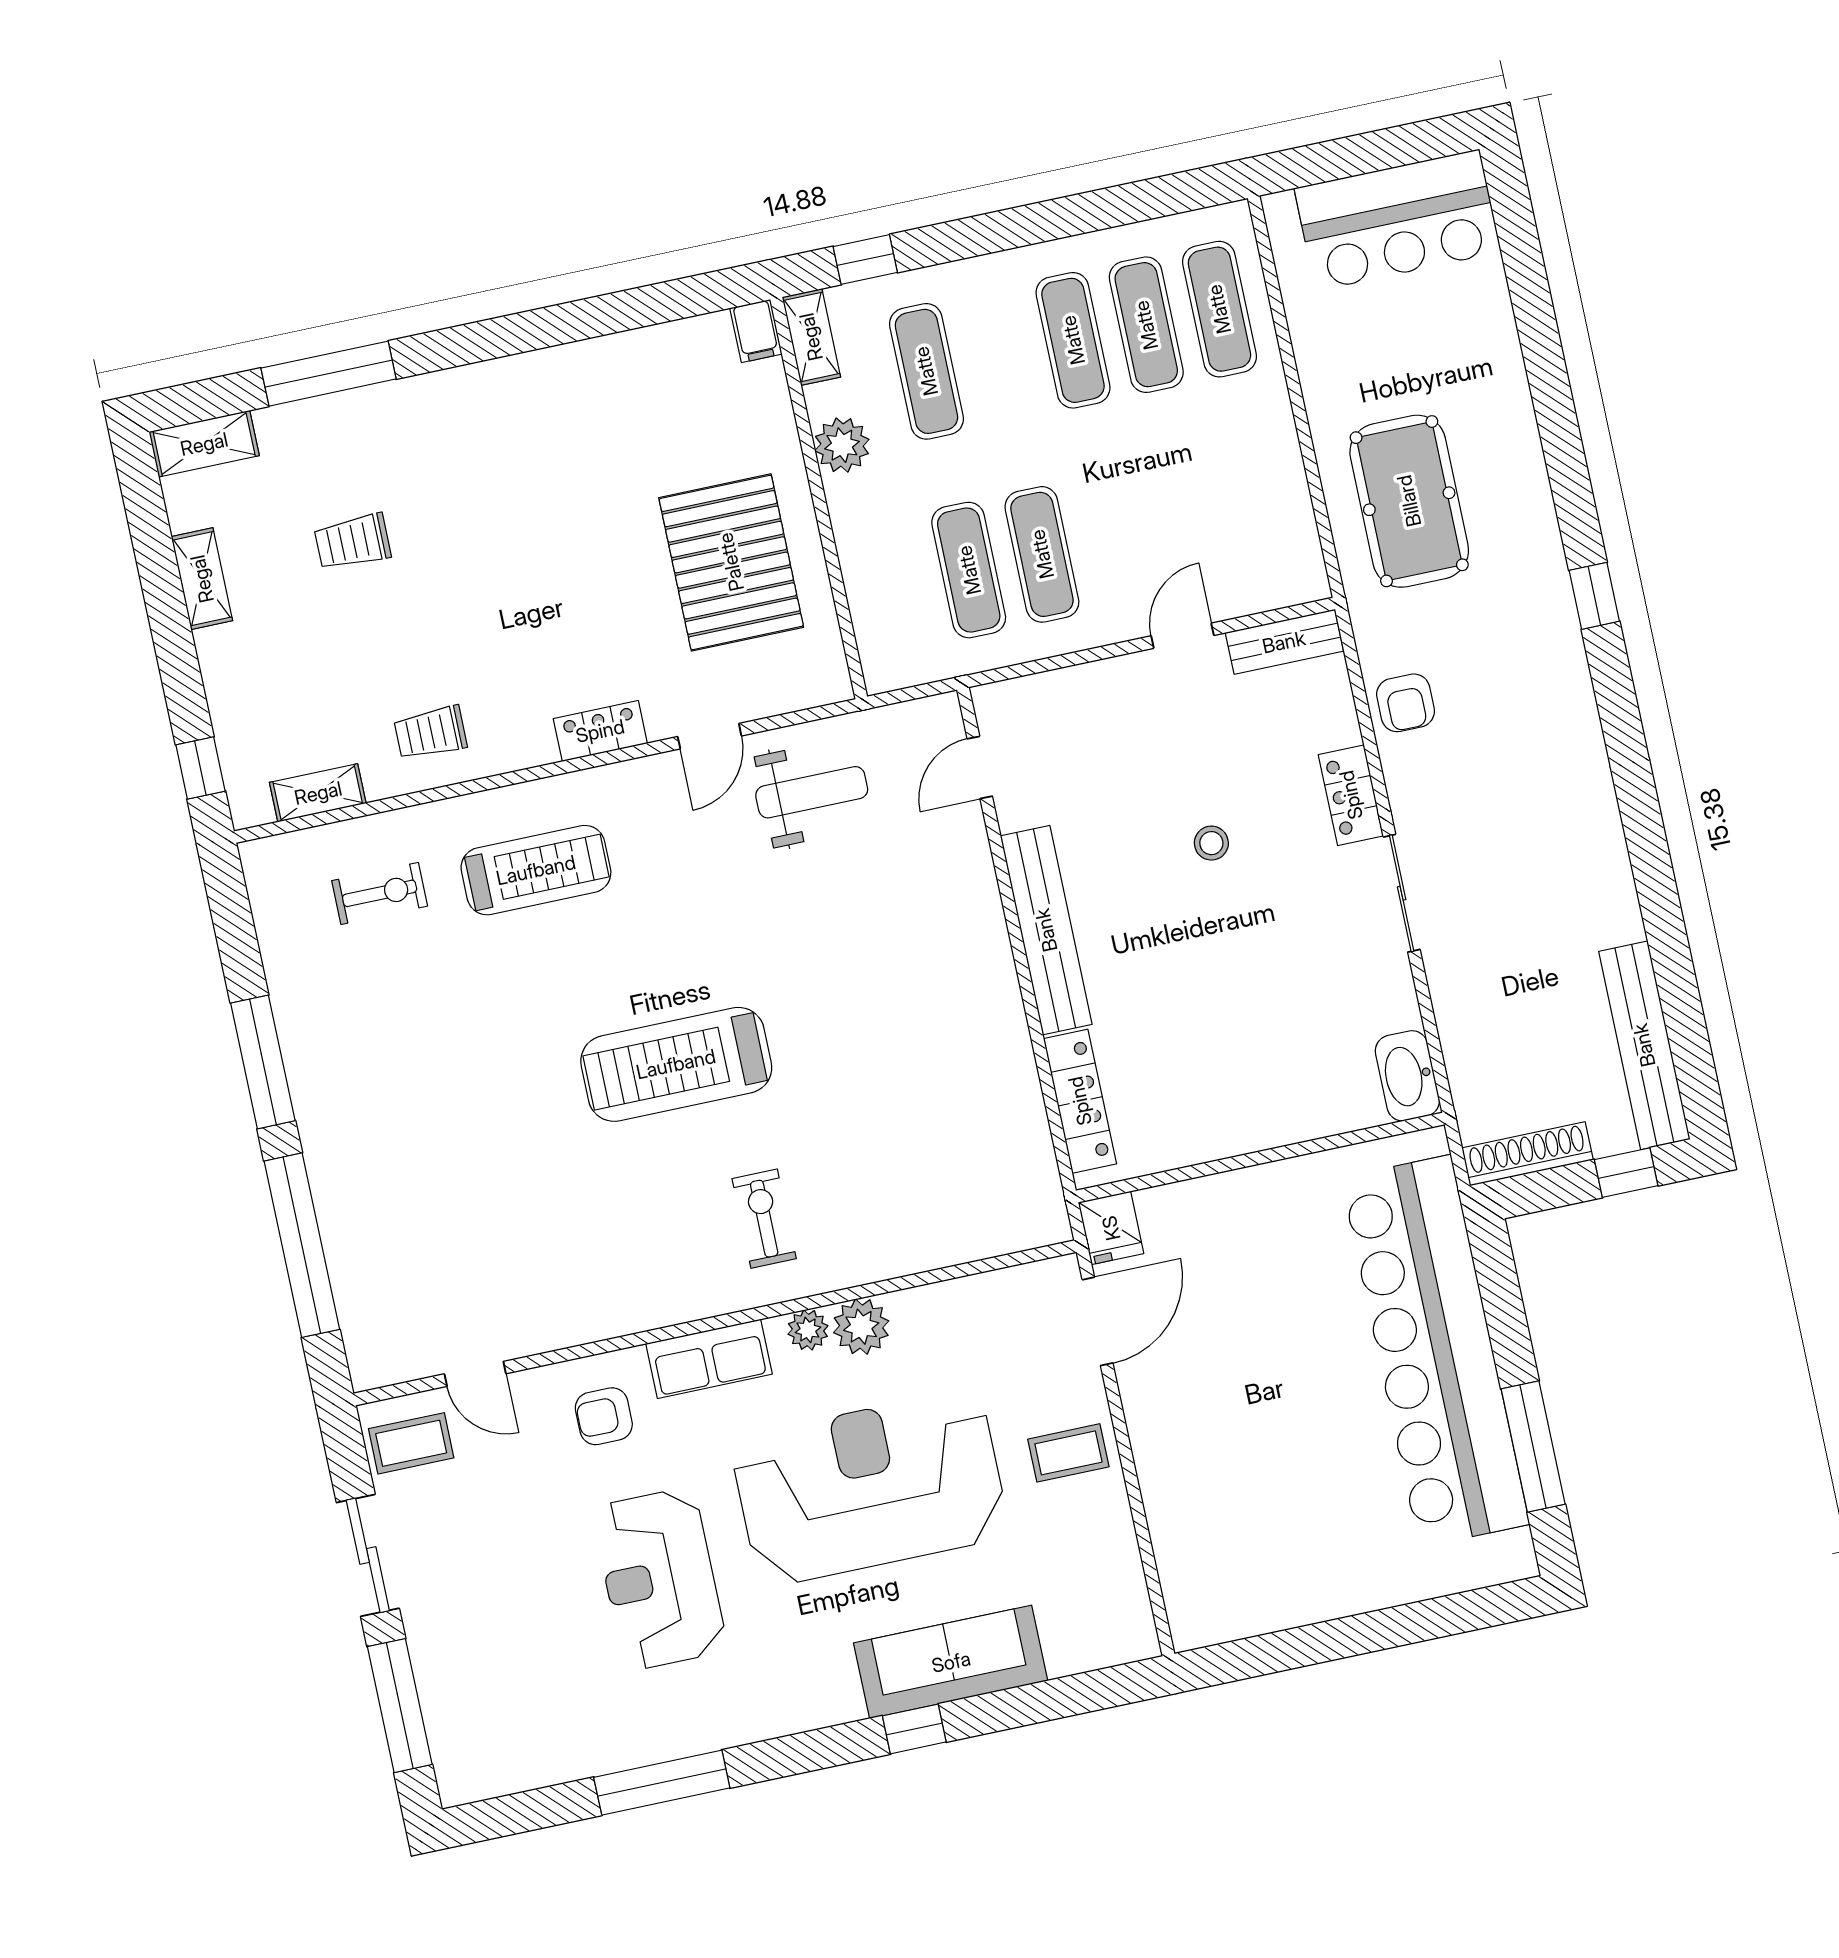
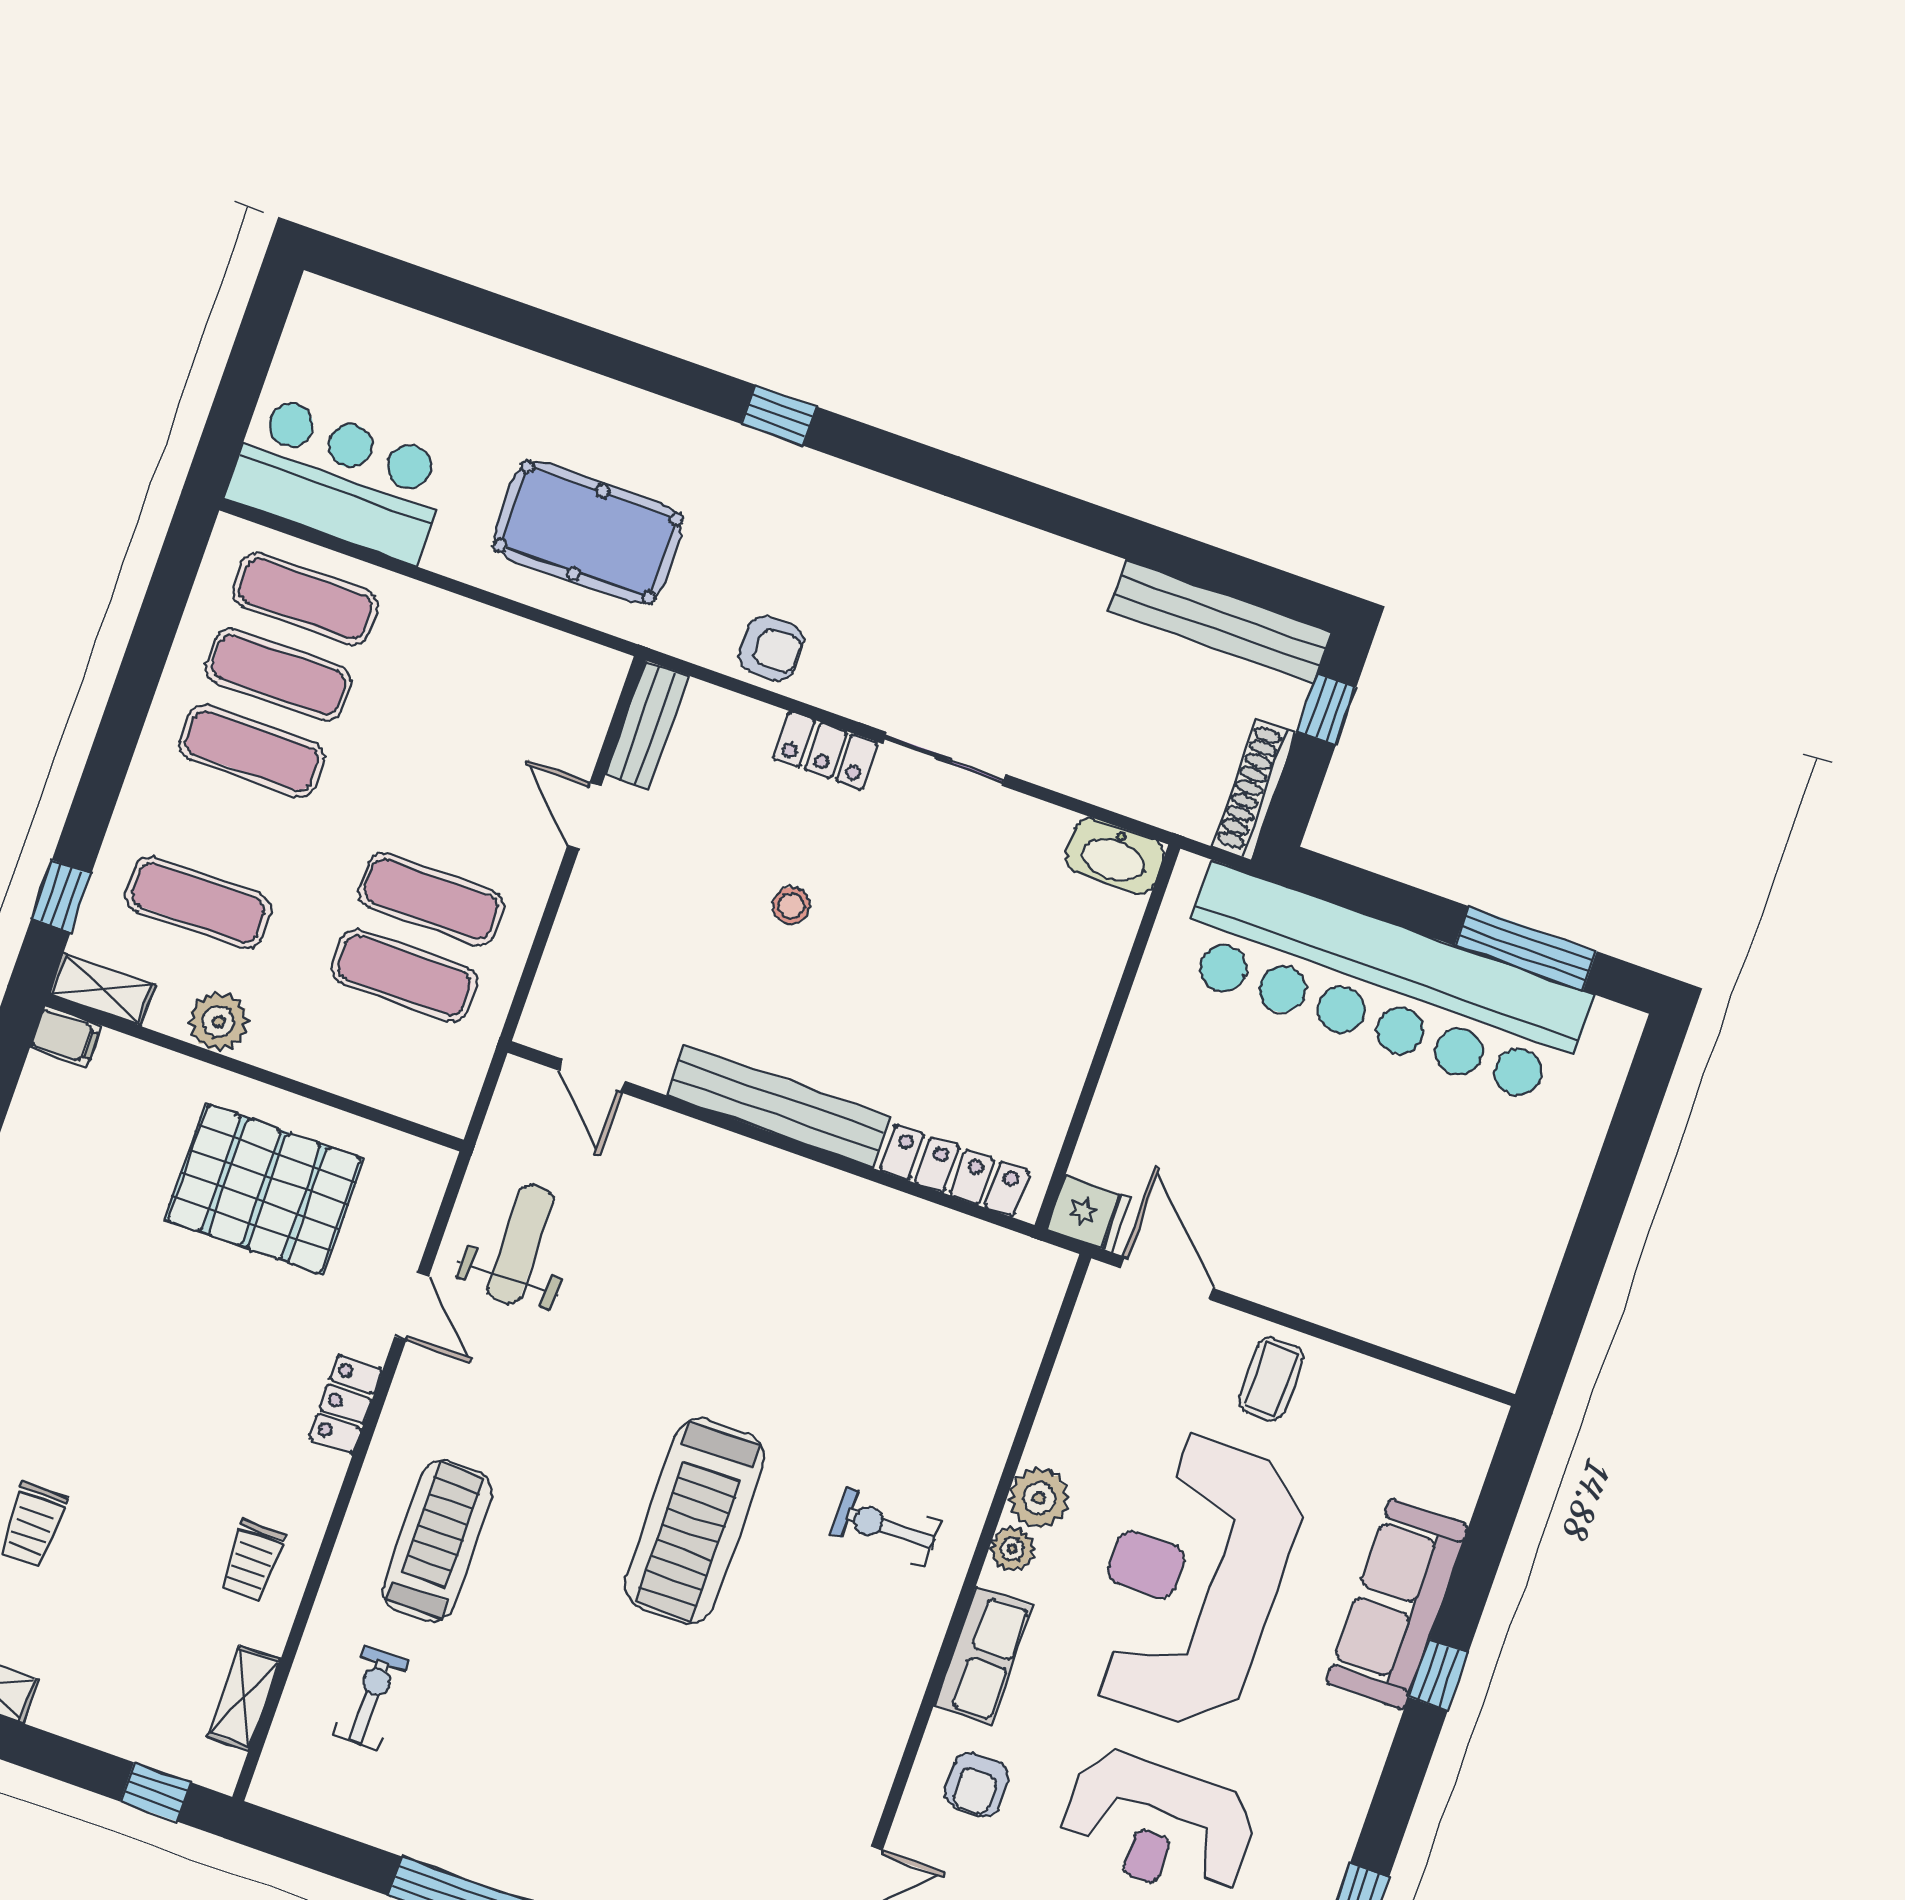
bar counter: (1398, 220) -> (339, 479), moved, turned -90

